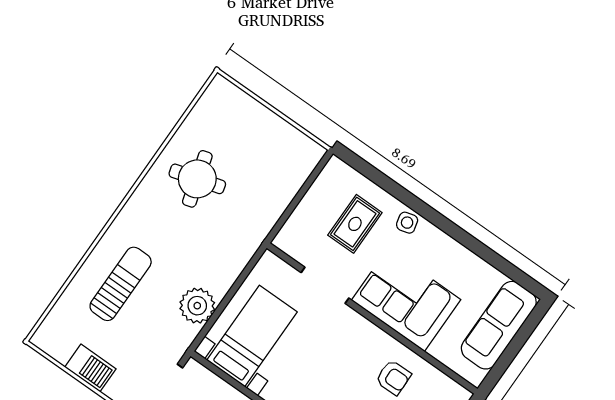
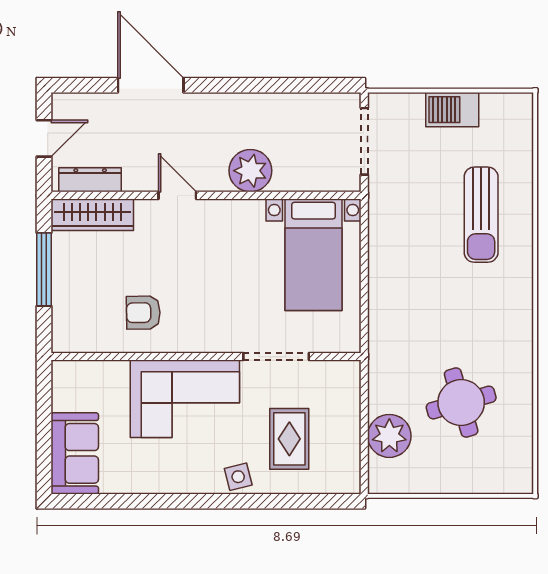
round table: (197, 179) -> (461, 403), moved
plant: (197, 306) -> (389, 436), moved
sofa: (499, 325) -> (75, 453), width x0.73

